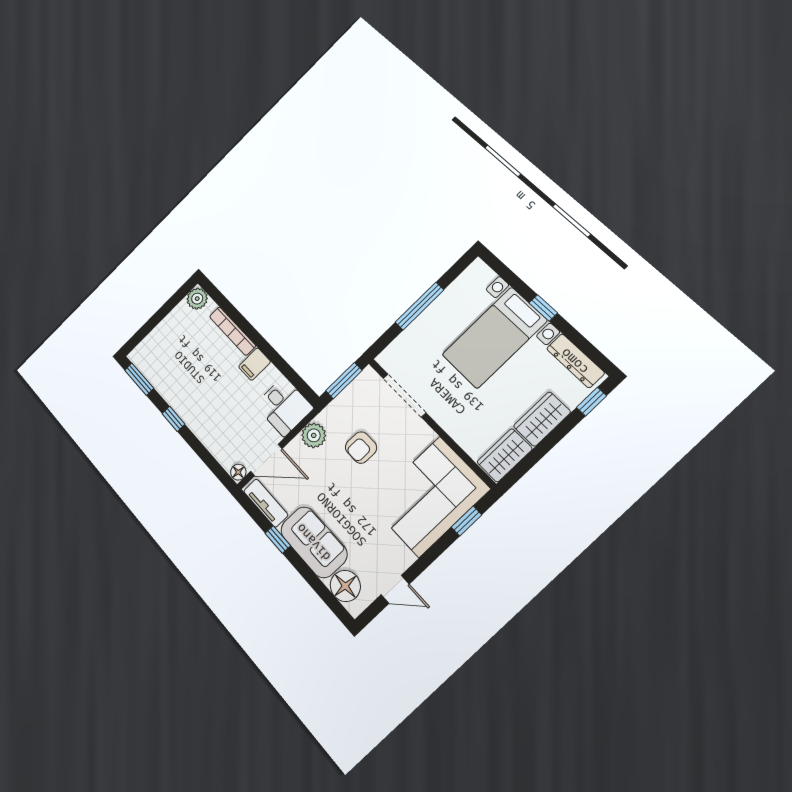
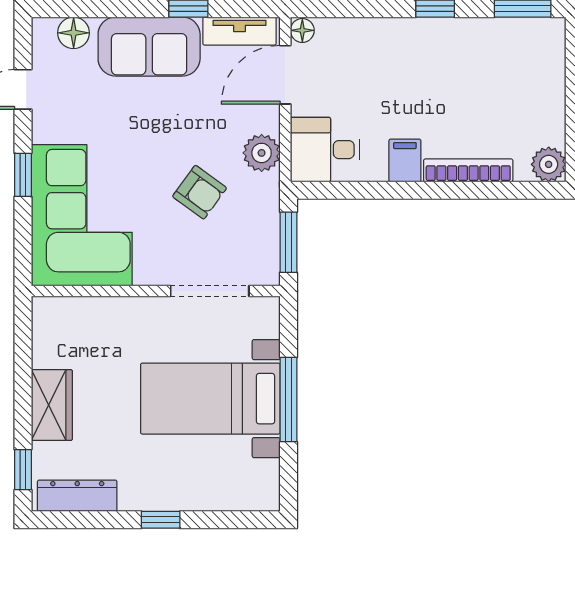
bed with nightstands: (494, 338) -> (210, 399), moved, turned -90
armchair: (361, 448) -> (200, 192), turned 126
wardrobe: (505, 455) -> (51, 332), removed
window: (467, 521) -> (23, 175), moved
floor lamp: (345, 586) -> (74, 33), width x0.73, depth x0.73

